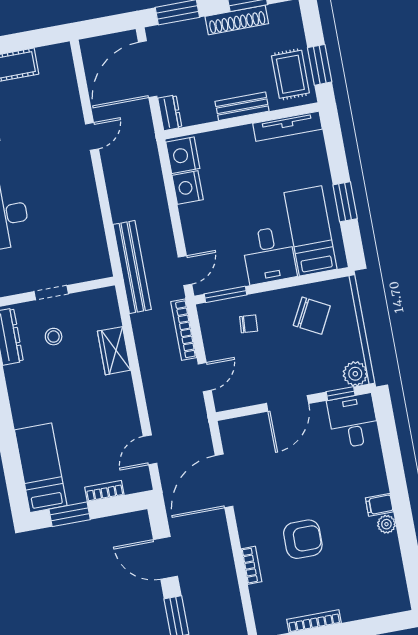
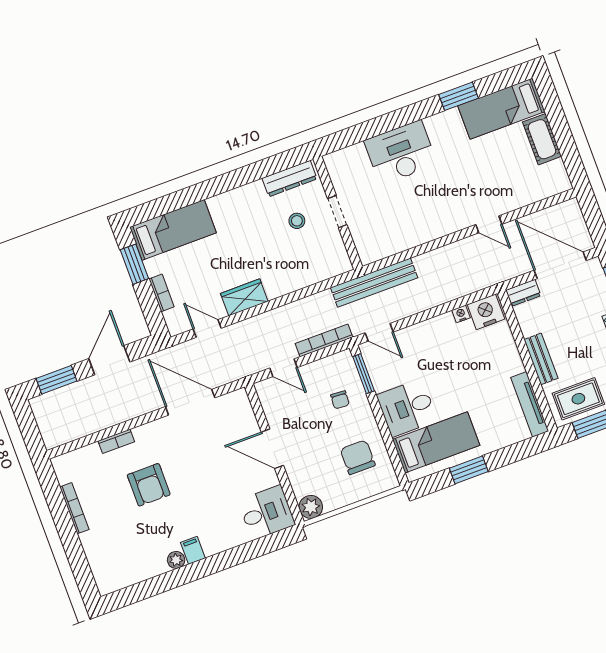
nightstand: (188, 187) -> (461, 314), width x0.53, depth x0.56
chair: (312, 316) -> (358, 457), turned 152
wardrobe: (114, 351) -> (244, 297), moved
window: (341, 394) -> (290, 496), removed

